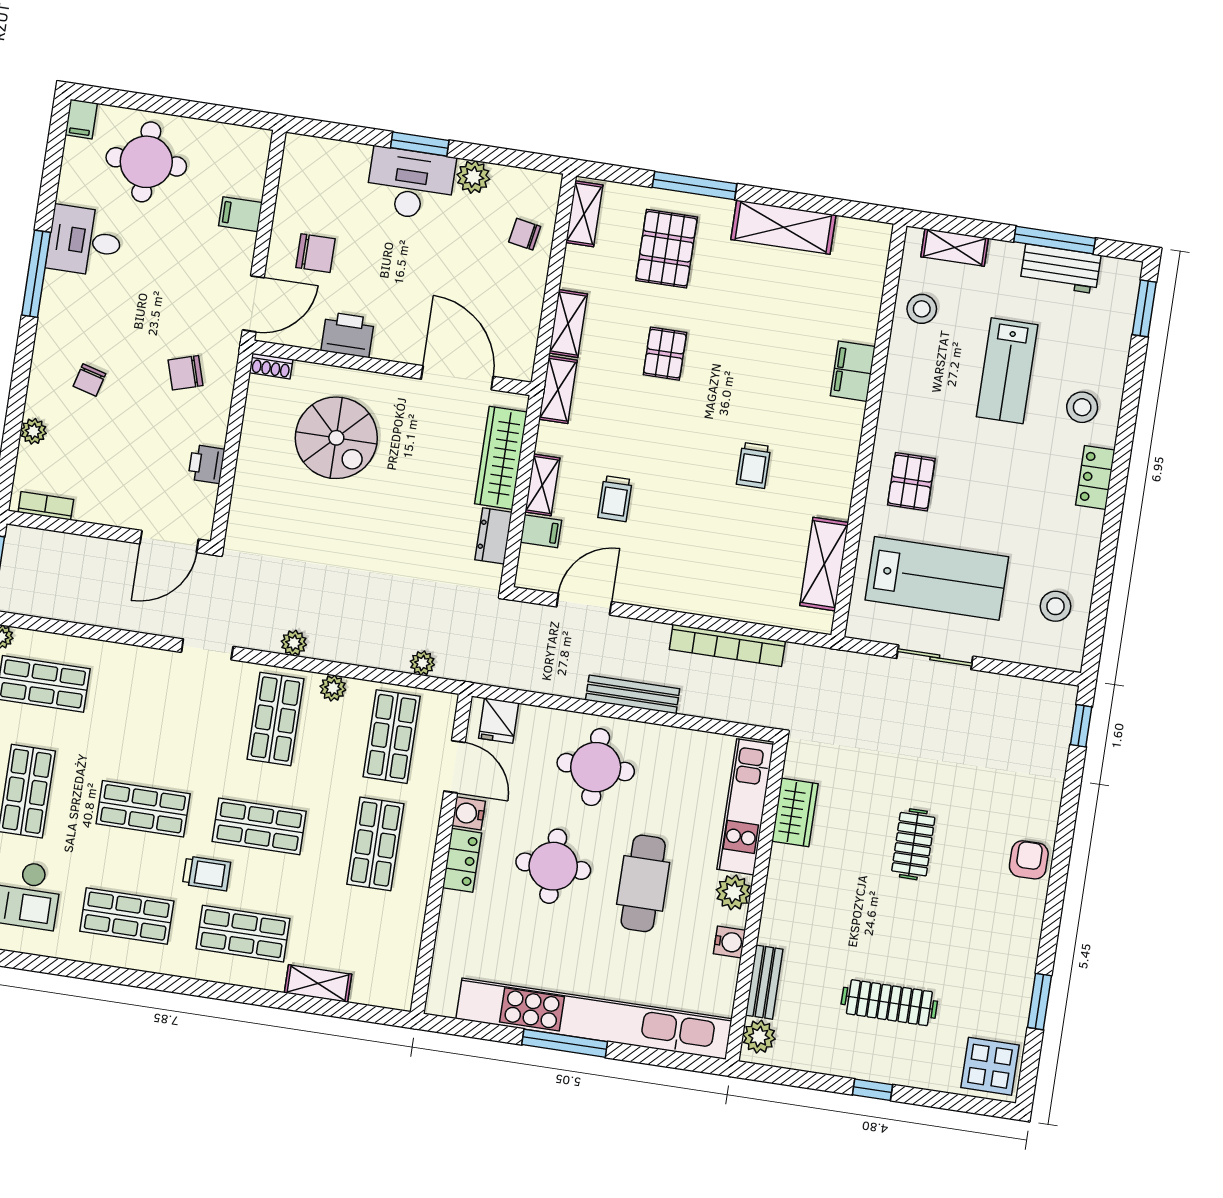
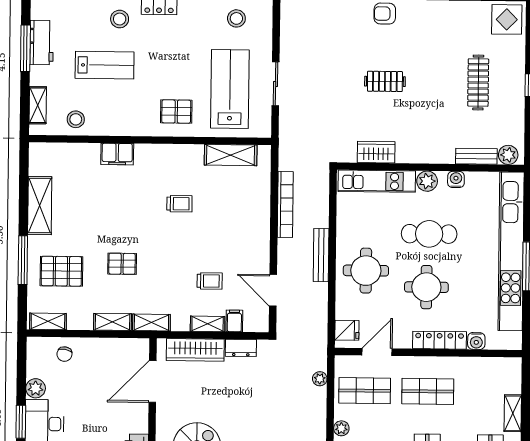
water cooler: (469, 813) -> (476, 341), moved
locker: (462, 860) -> (440, 340), width x1.53

